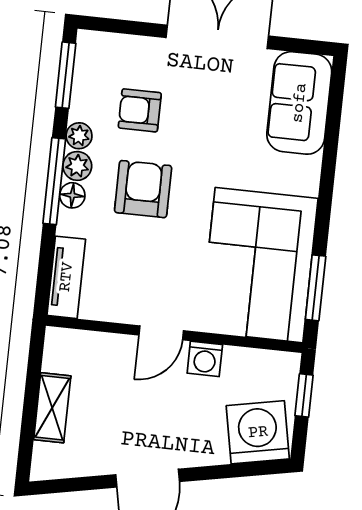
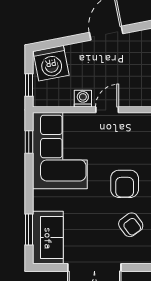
armchair: (140, 110) -> (131, 225), turned 54
window: (333, 122) -> (29, 230), added
window: (316, 288) -> (29, 142), width x0.67

